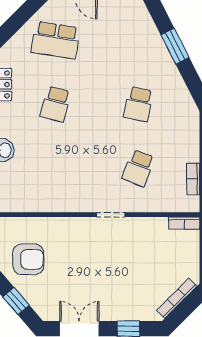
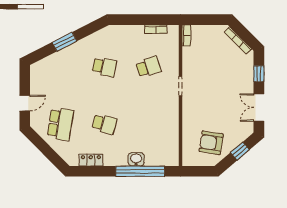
school desk: (138, 168) -> (148, 67), turned -39
armchair: (28, 259) -> (211, 143), turned -81

